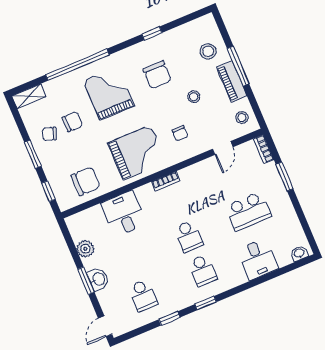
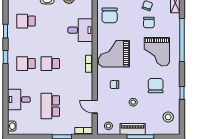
stool: (208, 51) -> (168, 117), moved
chair: (157, 75) -> (156, 86), turned 90
grand piano: (109, 93) -> (157, 52), turned 90
grand piano: (137, 153) -> (114, 54), turned 90

